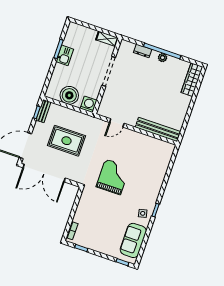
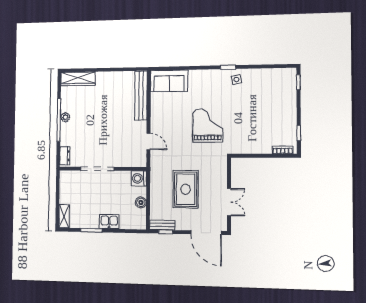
shelving: (107, 39) -> (64, 216), moved
dresser: (143, 51) -> (65, 156), moved
kitchen sink: (65, 55) -> (109, 222), moved
boiler: (69, 95) -> (141, 202), width x0.54, depth x0.54
double door: (44, 173) -> (229, 202), width x0.54
grand piano: (113, 177) -> (208, 125), turned 90
sofa: (133, 240) -> (169, 81), moved

